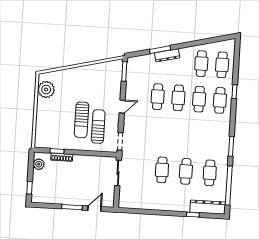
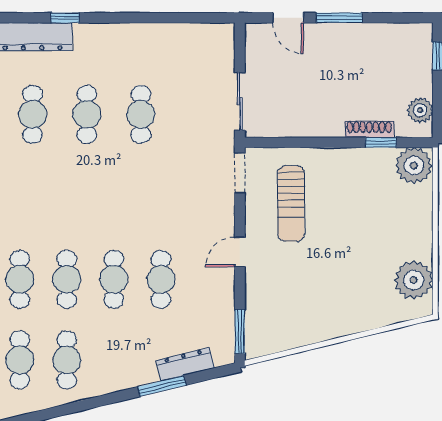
dresser: (167, 55) -> (185, 364), moved
sun lounger: (82, 120) -> (329, 216), removed
plant: (43, 140) -> (414, 166), added
door: (95, 209) -> (288, 18), hinge flipped

